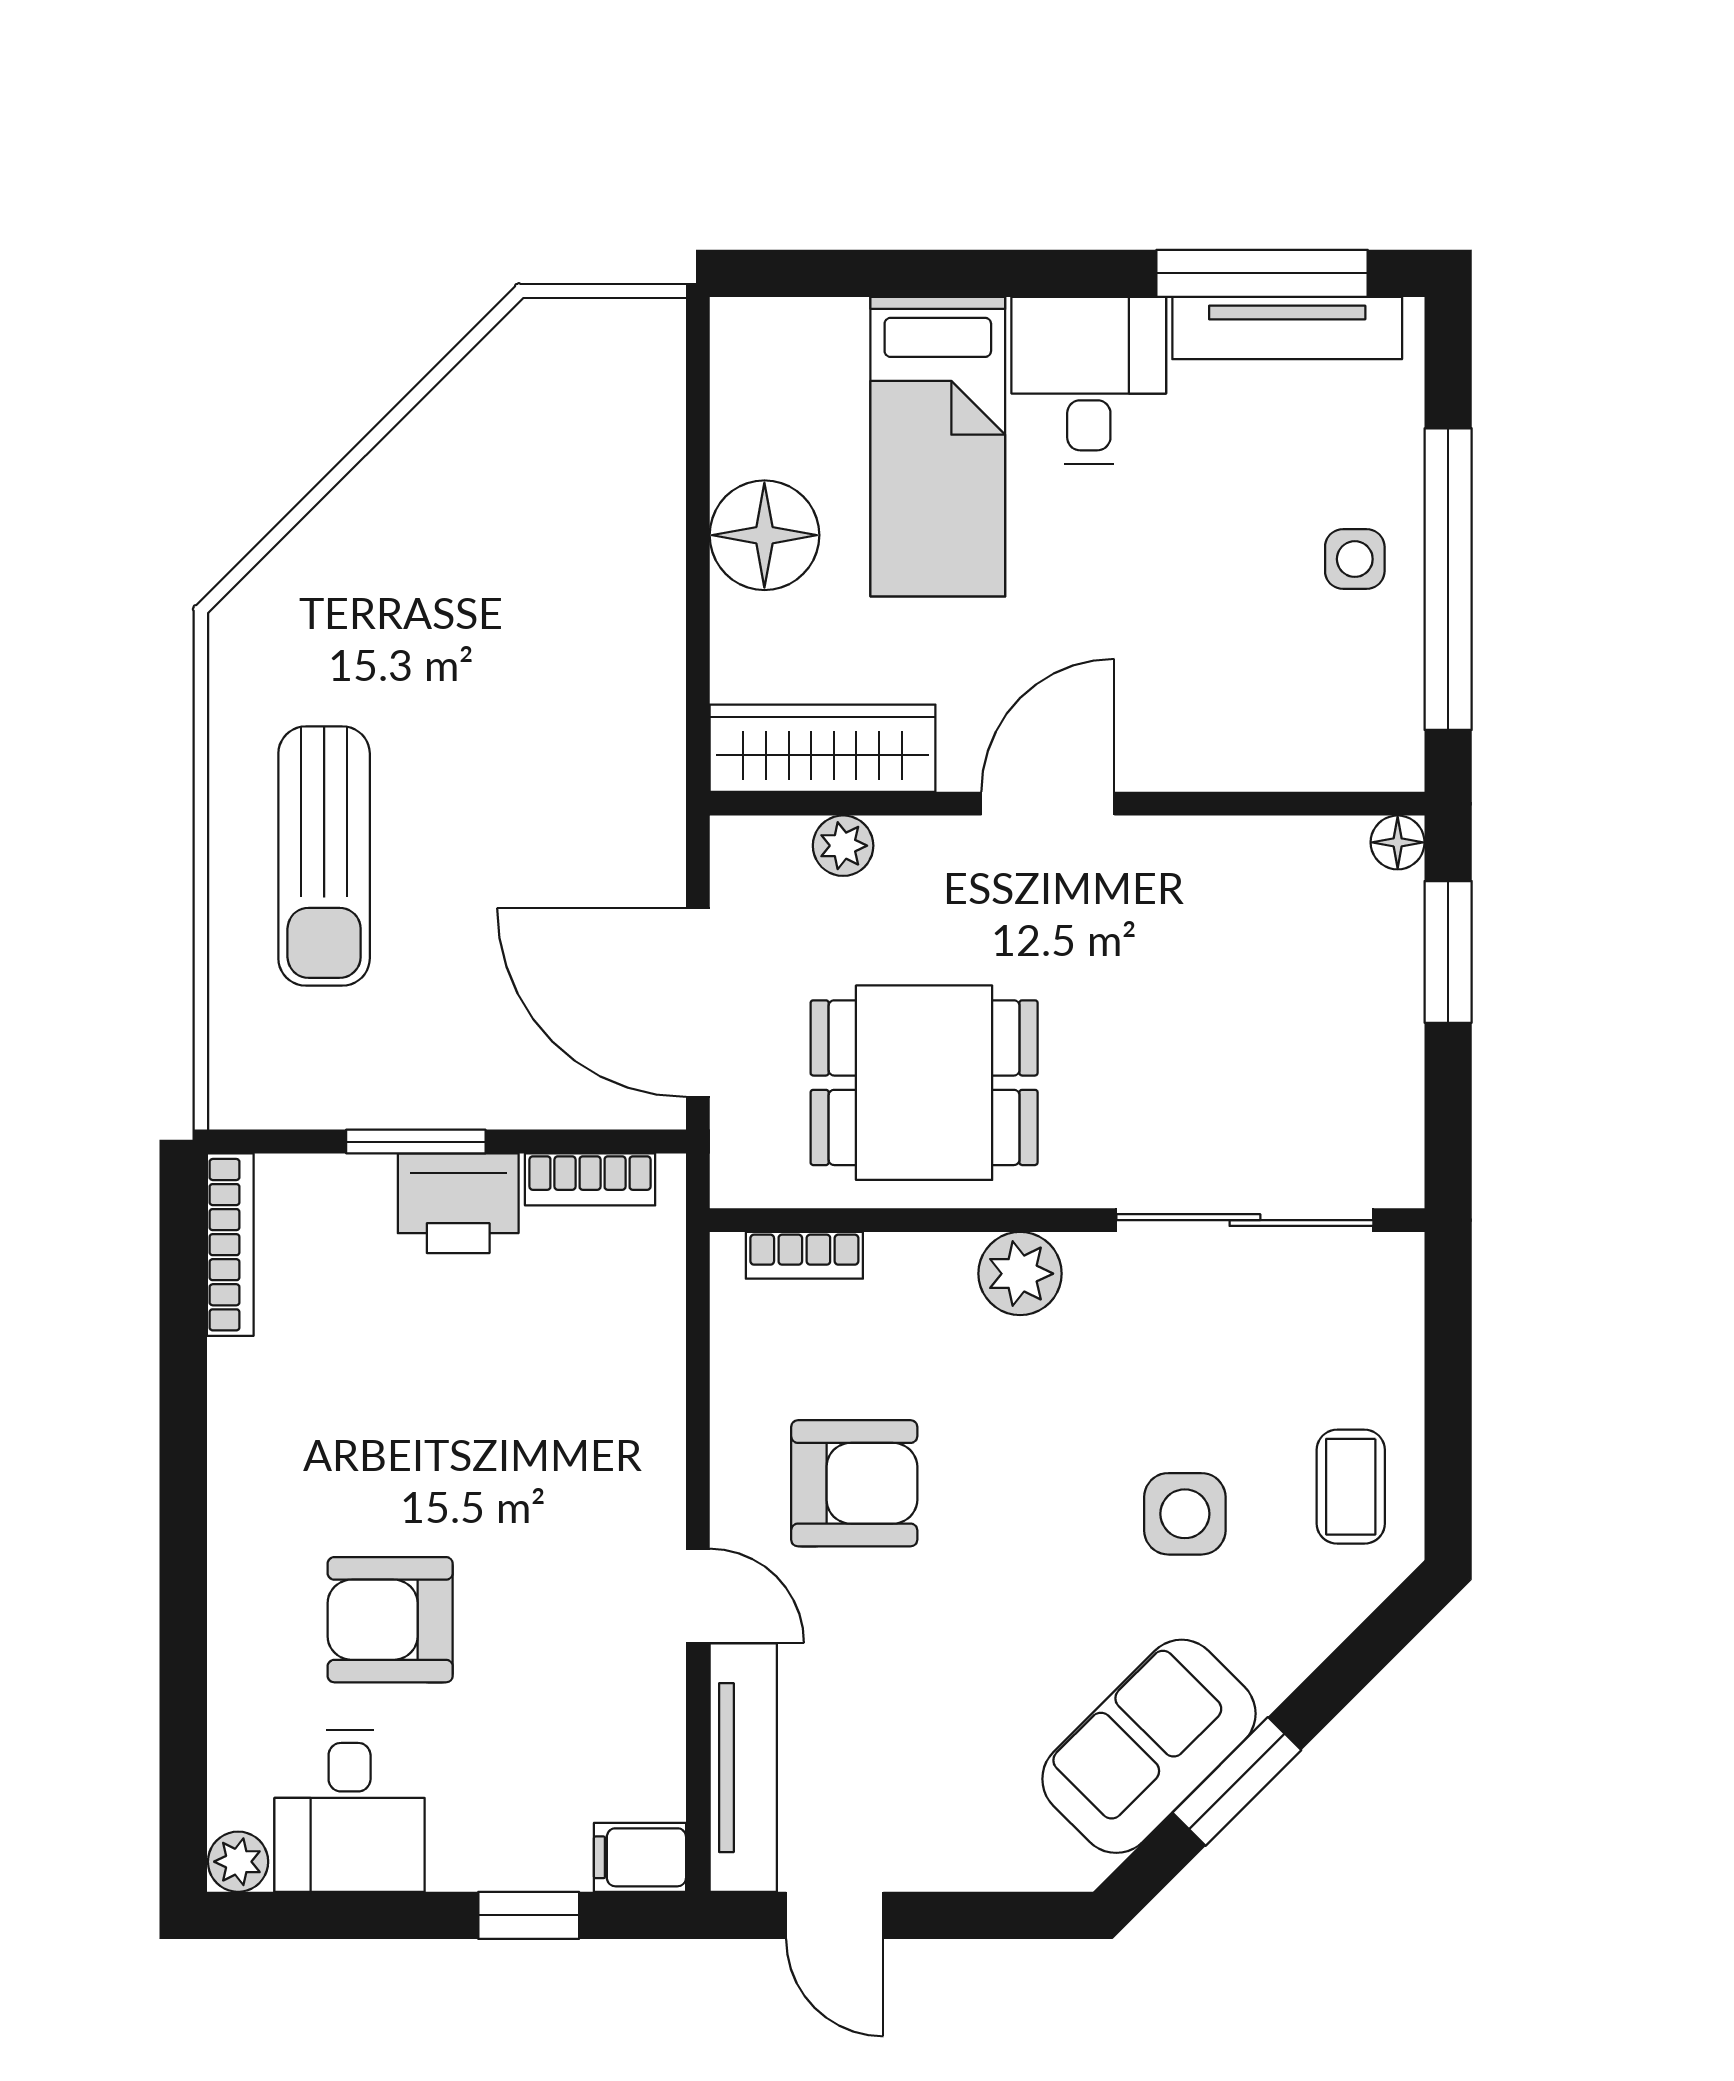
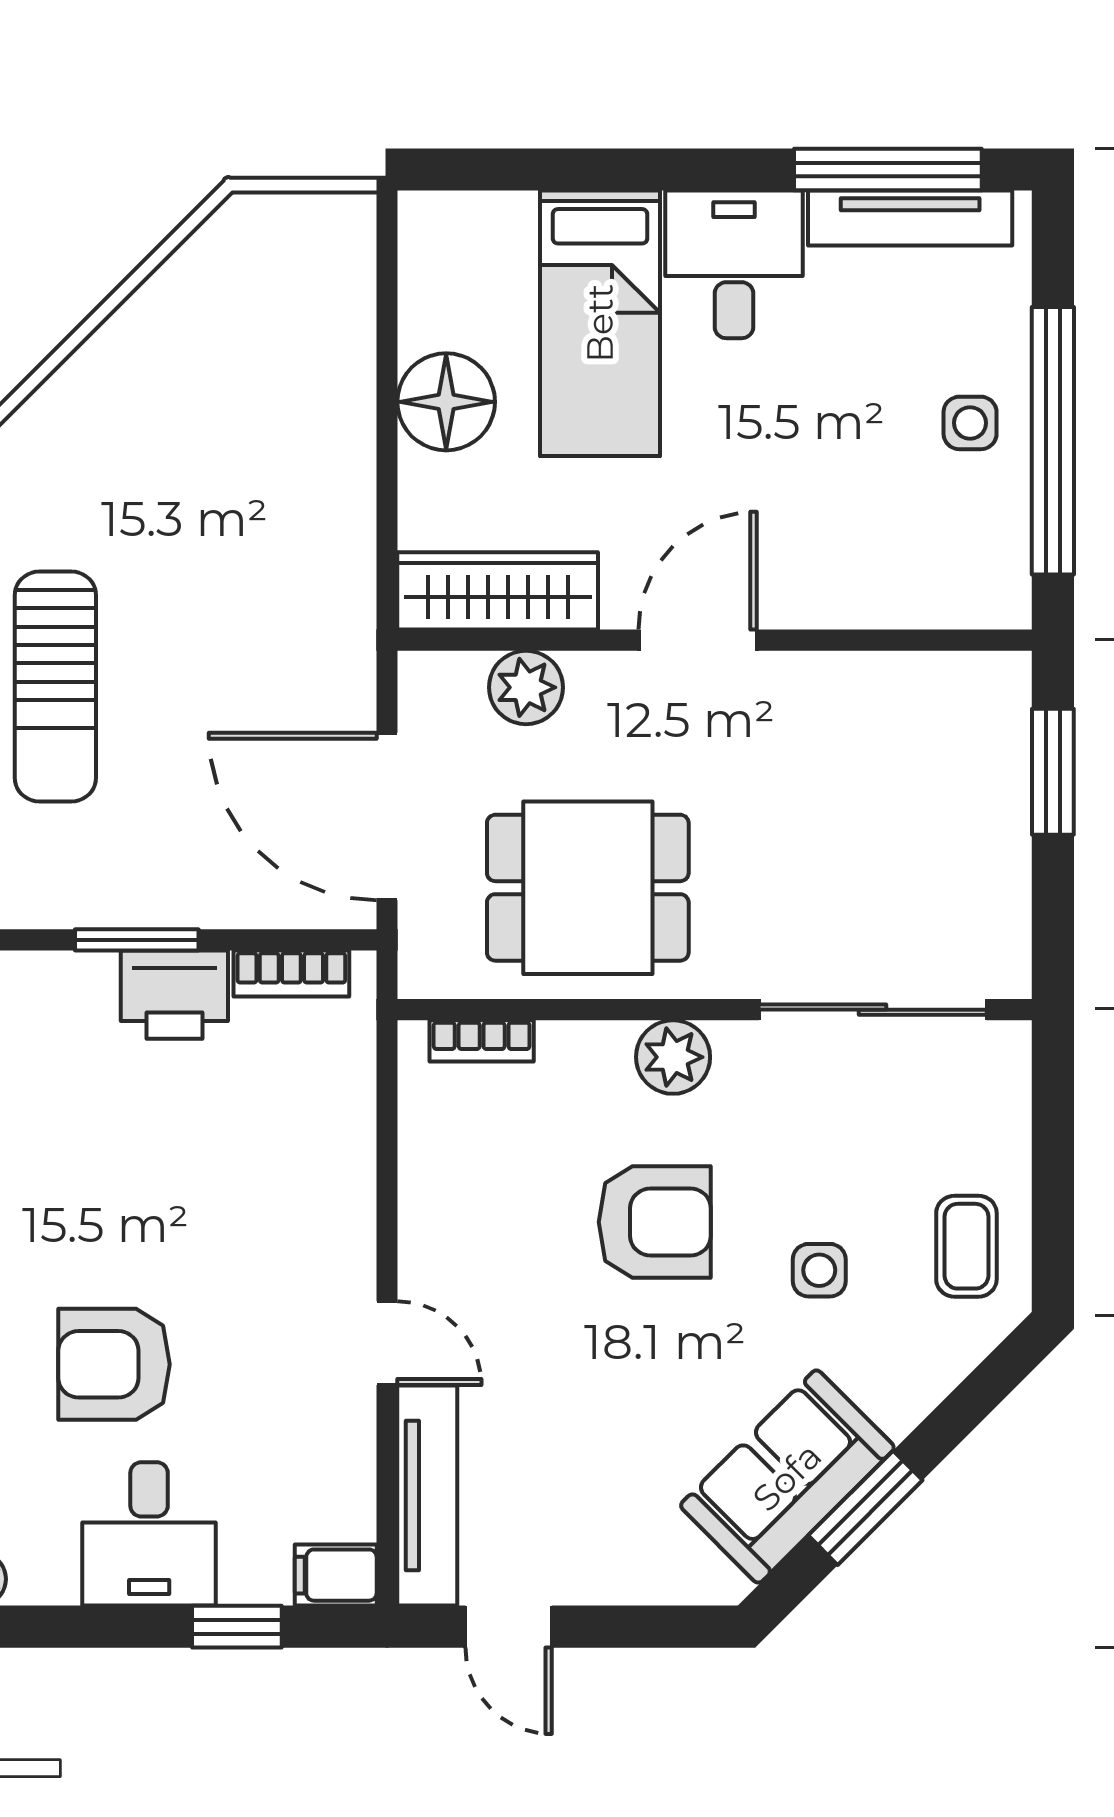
floor lamp: (1398, 842) -> (1008, 674), removed
plant: (843, 846) -> (526, 687), width x1.38, depth x1.38
armchair: (854, 1483) -> (655, 1222), moved
side table: (1185, 1514) -> (819, 1270), width x0.73, depth x0.73
desk: (350, 1811) -> (149, 1534), moved

